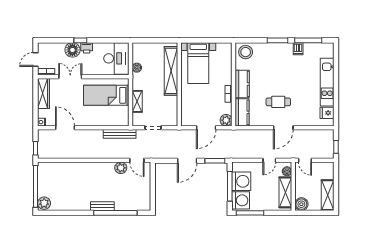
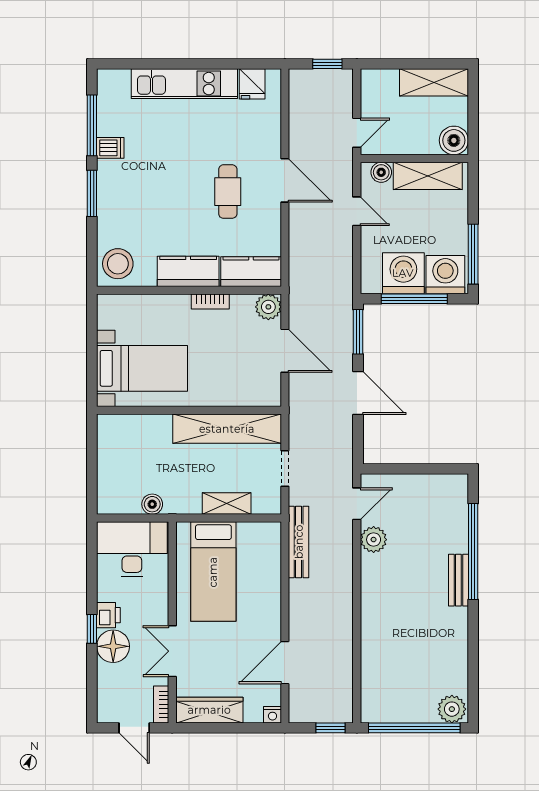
shelving: (171, 71) -> (227, 429), moved

